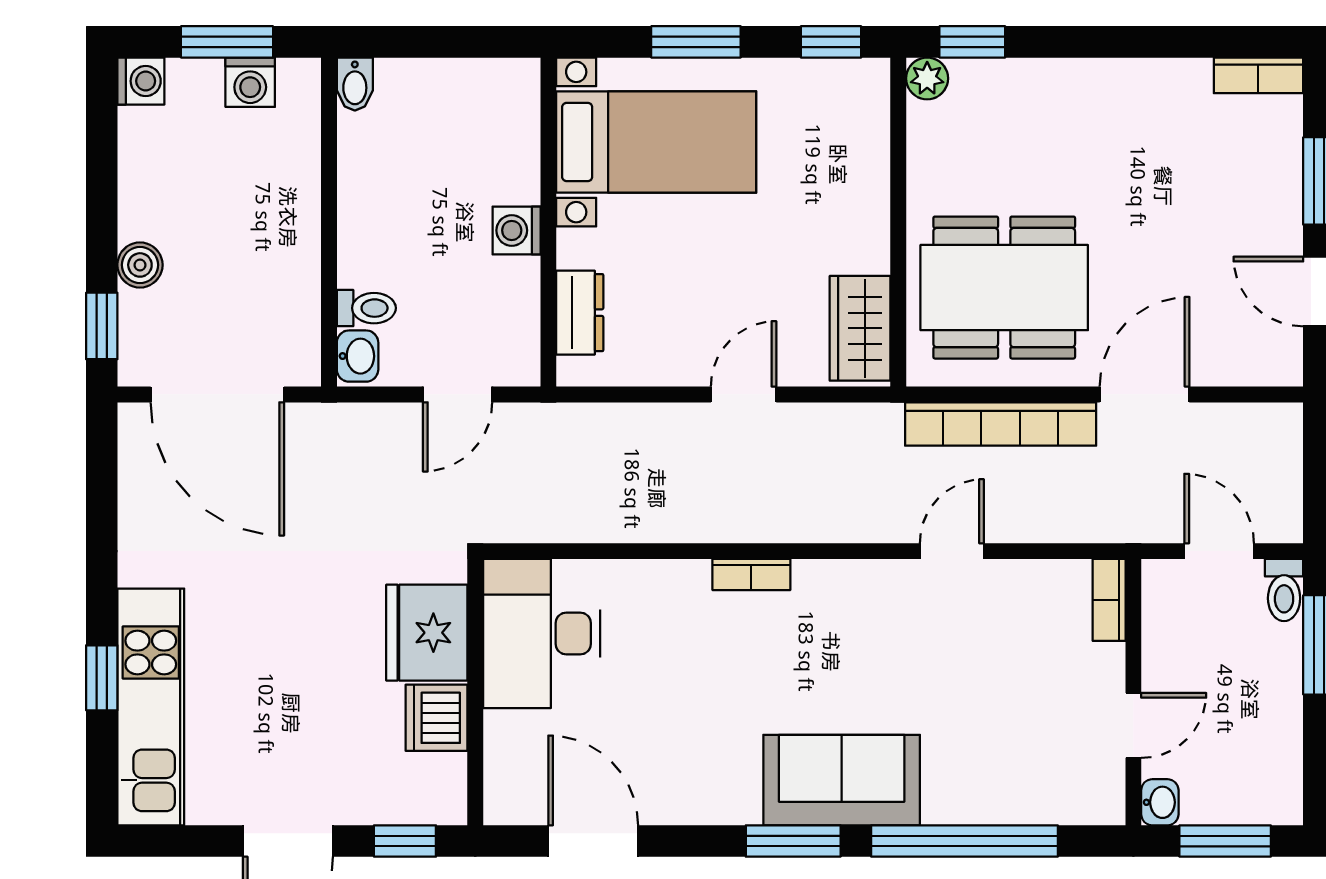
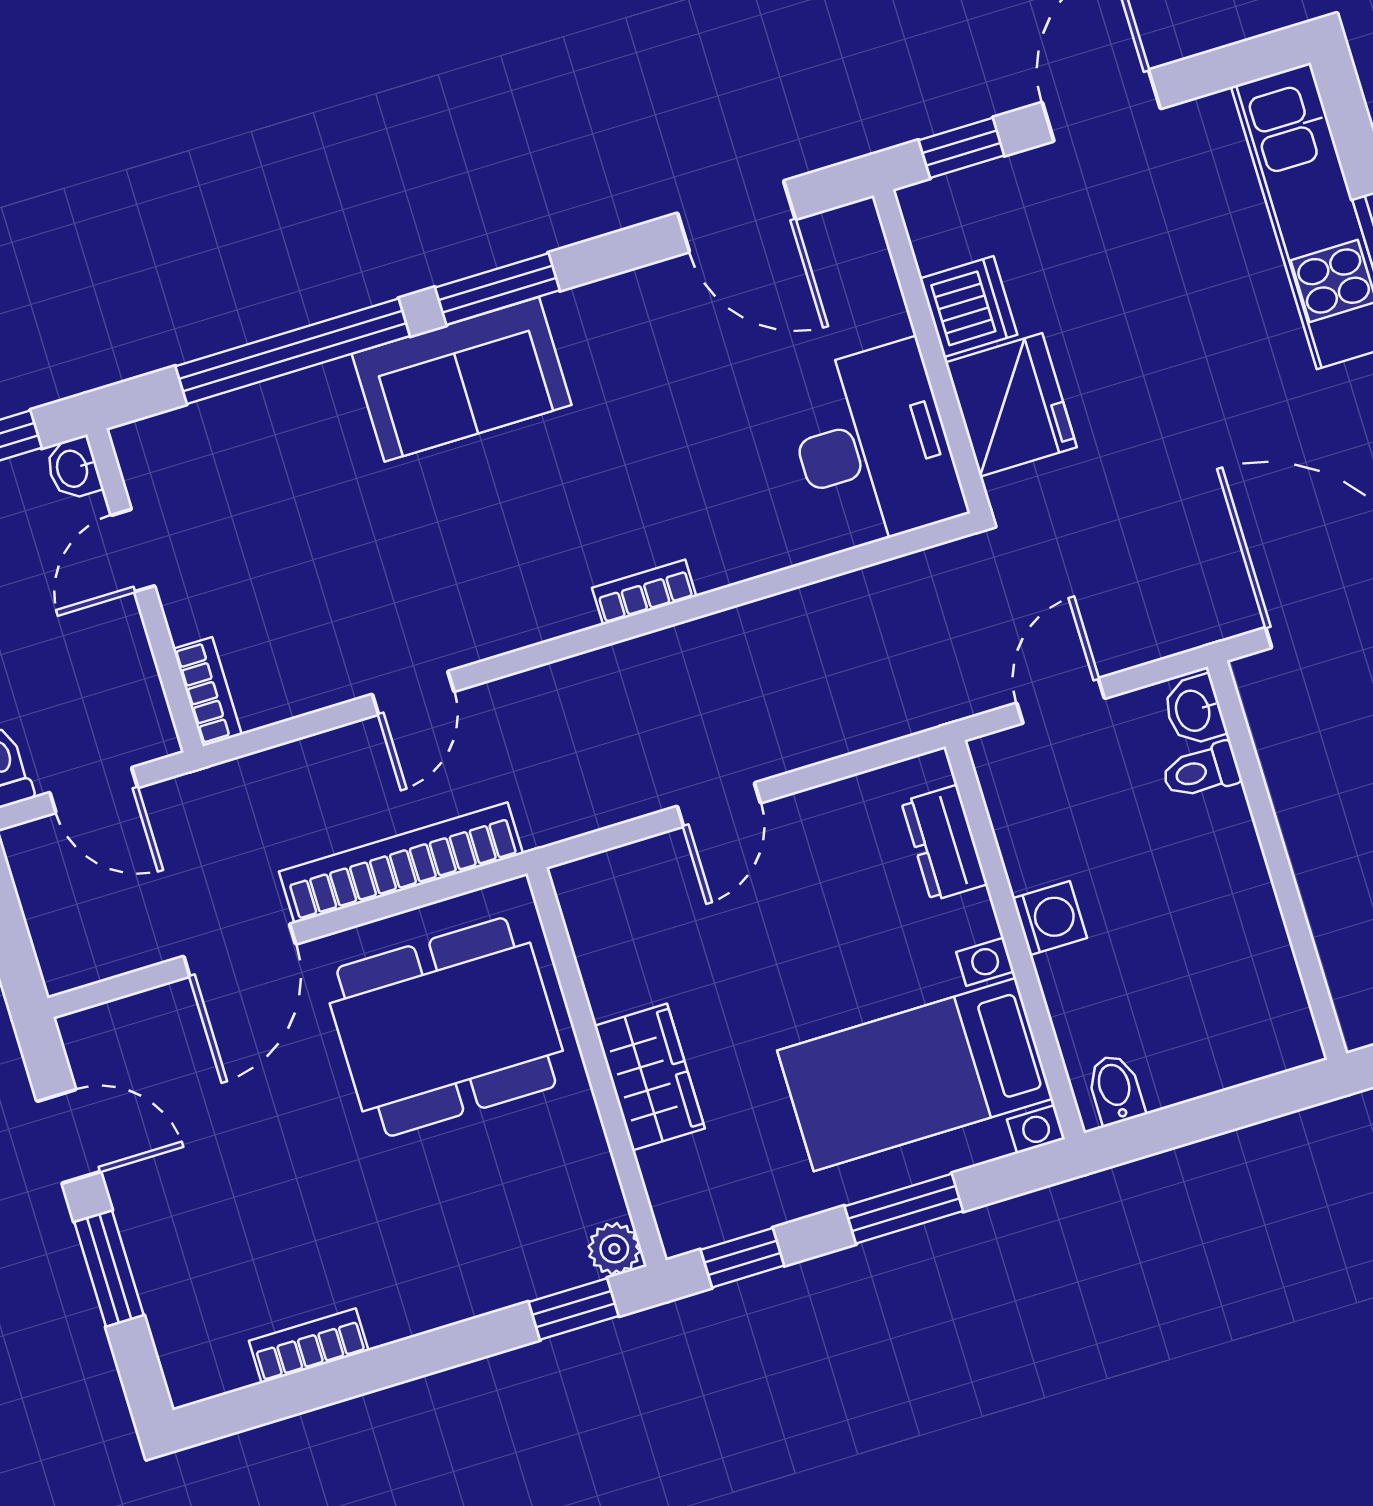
bookcase: (1258, 75) -> (309, 1346), moved
bidet: (355, 84) -> (1115, 1089), moved
wardrobe: (860, 328) -> (650, 1077), moved

